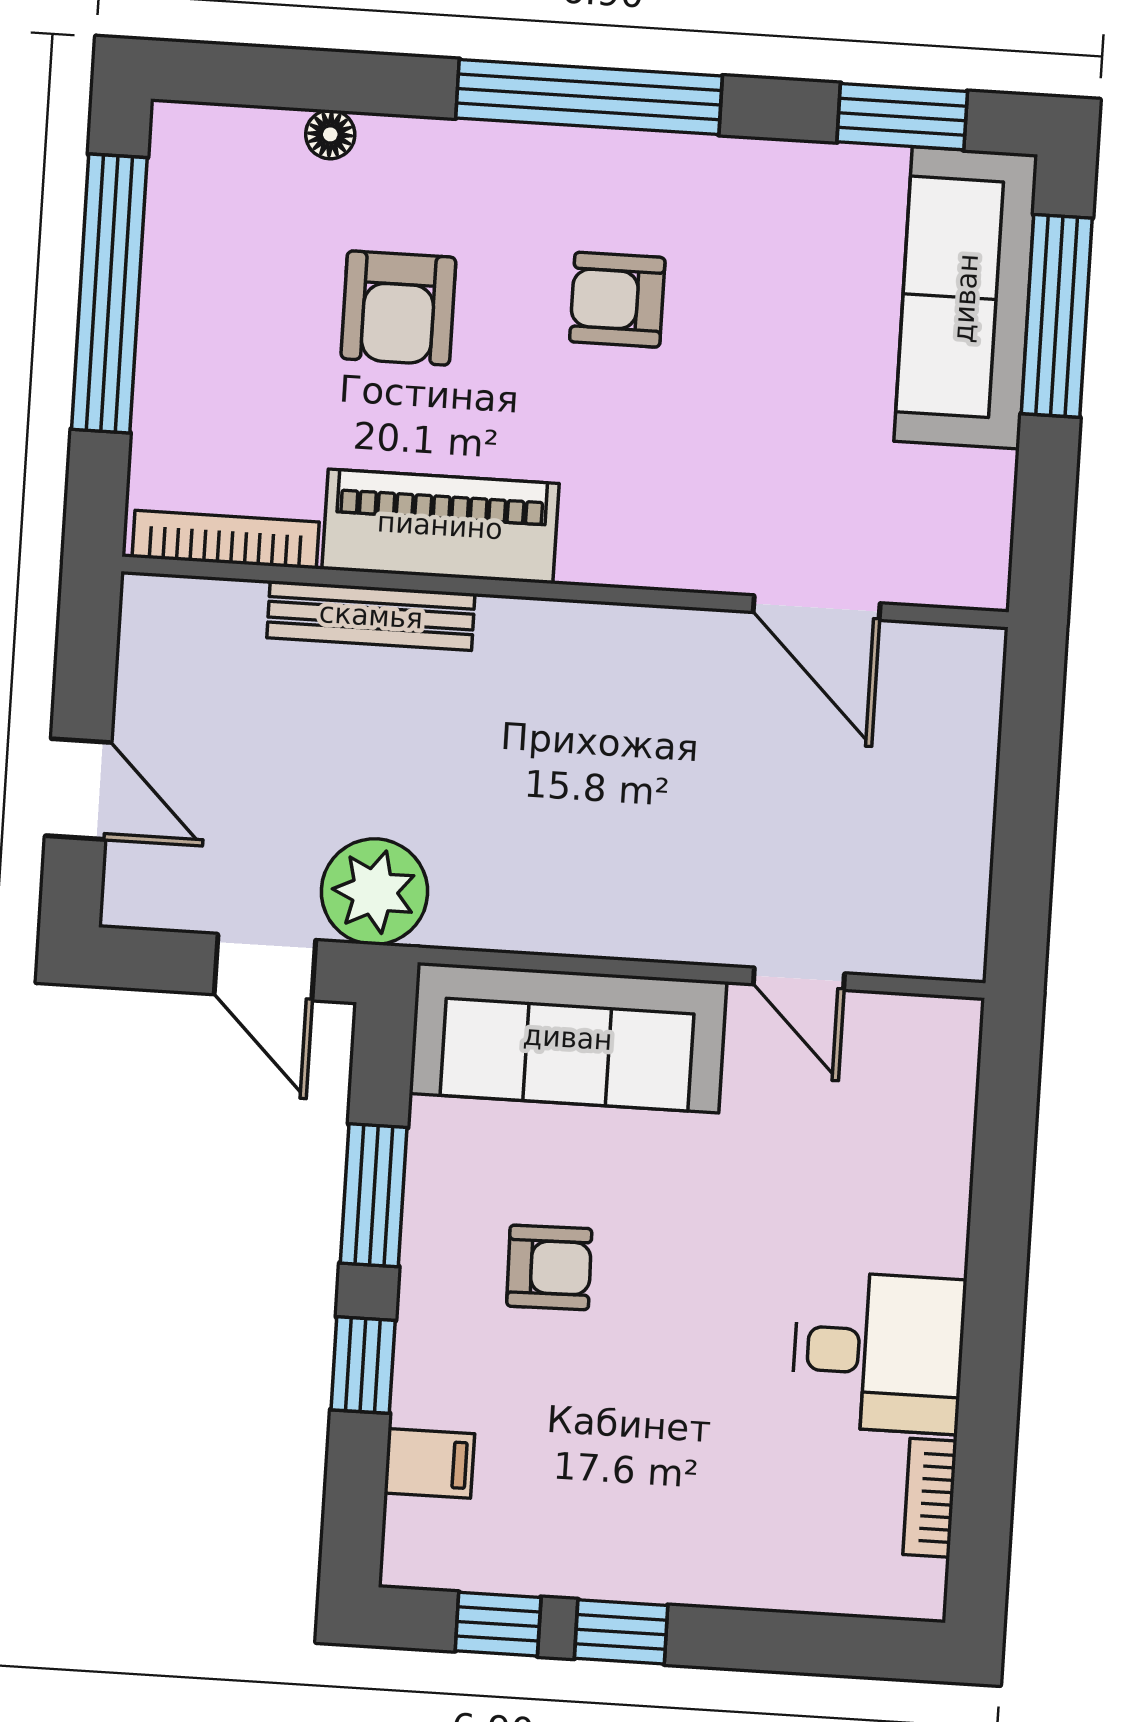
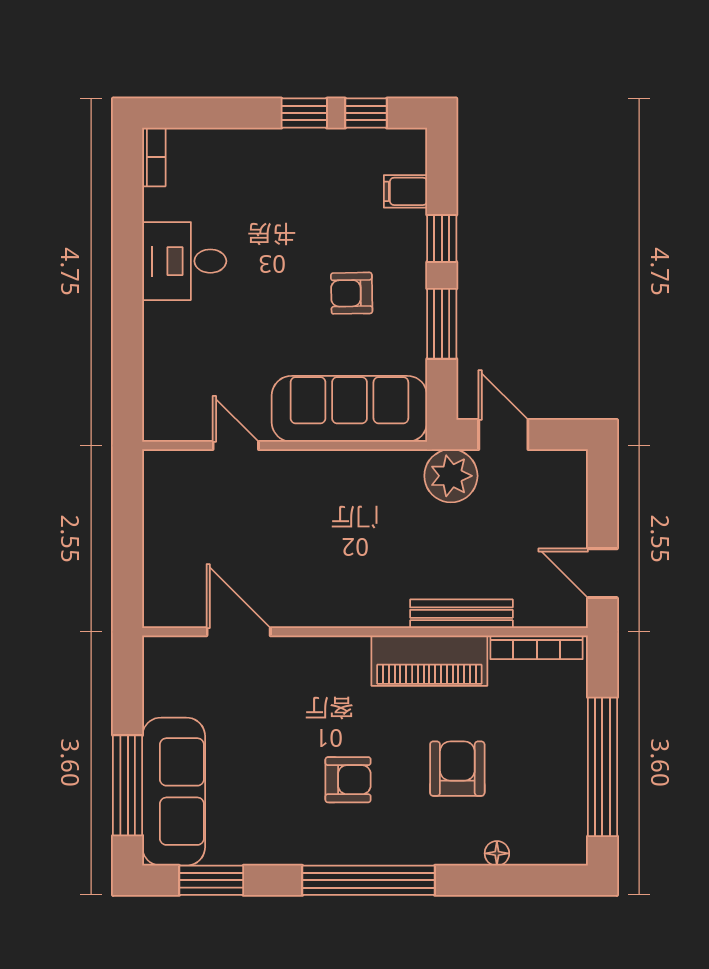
door: (78, 789) -> (602, 573), moved
bookcase: (930, 1498) -> (154, 157), moved

